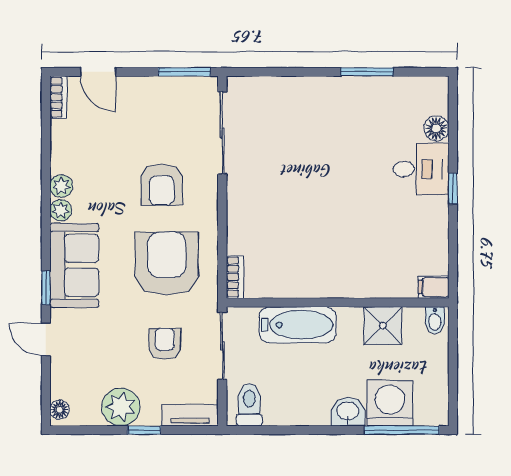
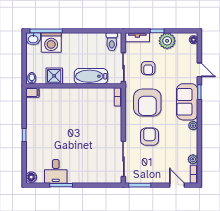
floor lamp: (436, 128) -> (31, 177), moved
desk: (421, 169) -> (56, 171), moved, turned -90
plant: (61, 186) -> (193, 159), moved
washbasin: (348, 412) -> (33, 39), moved

